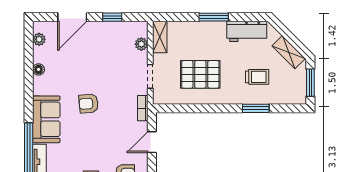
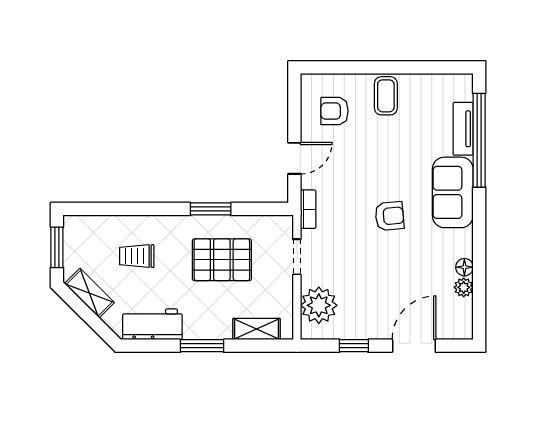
shelving: (160, 37) -> (257, 329), moved, turned 90
plant: (39, 39) -> (464, 287), moved
plant: (141, 44) -> (319, 305), width x1.88, depth x1.88
window: (256, 108) -> (211, 209), moved

